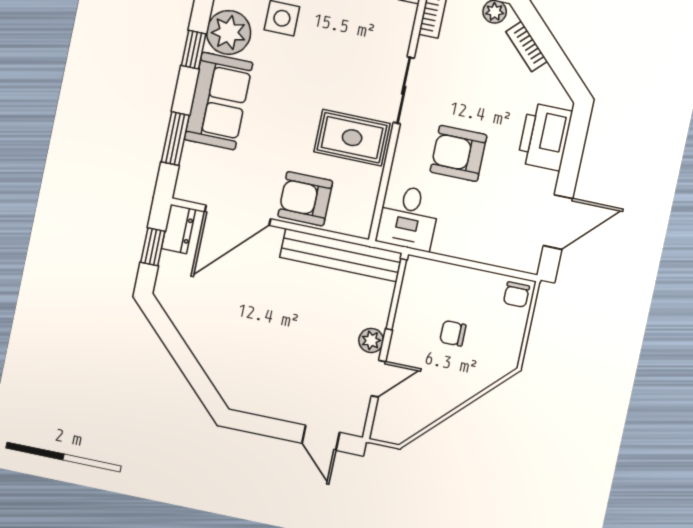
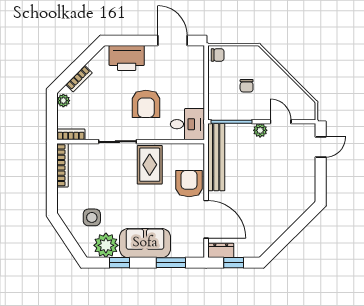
armchair: (305, 199) -> (189, 184), turned 180

